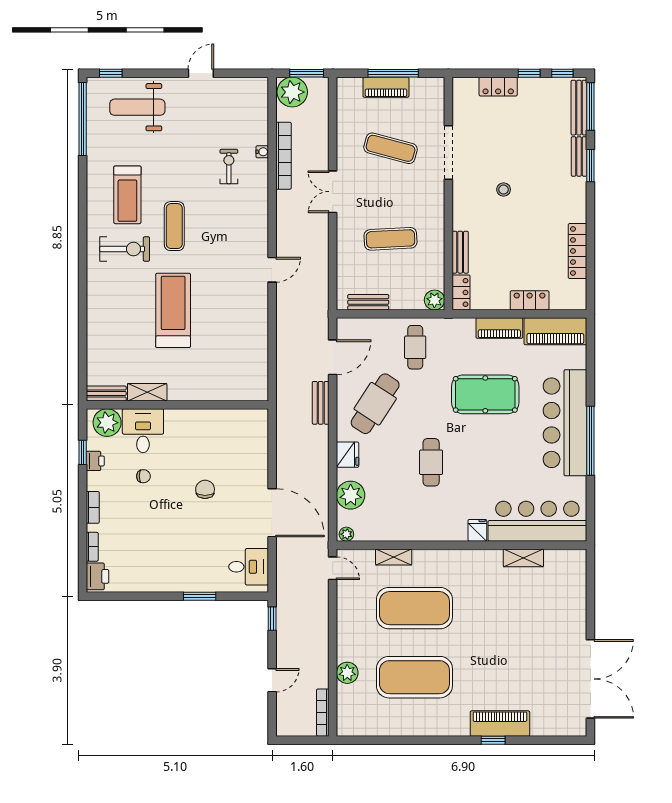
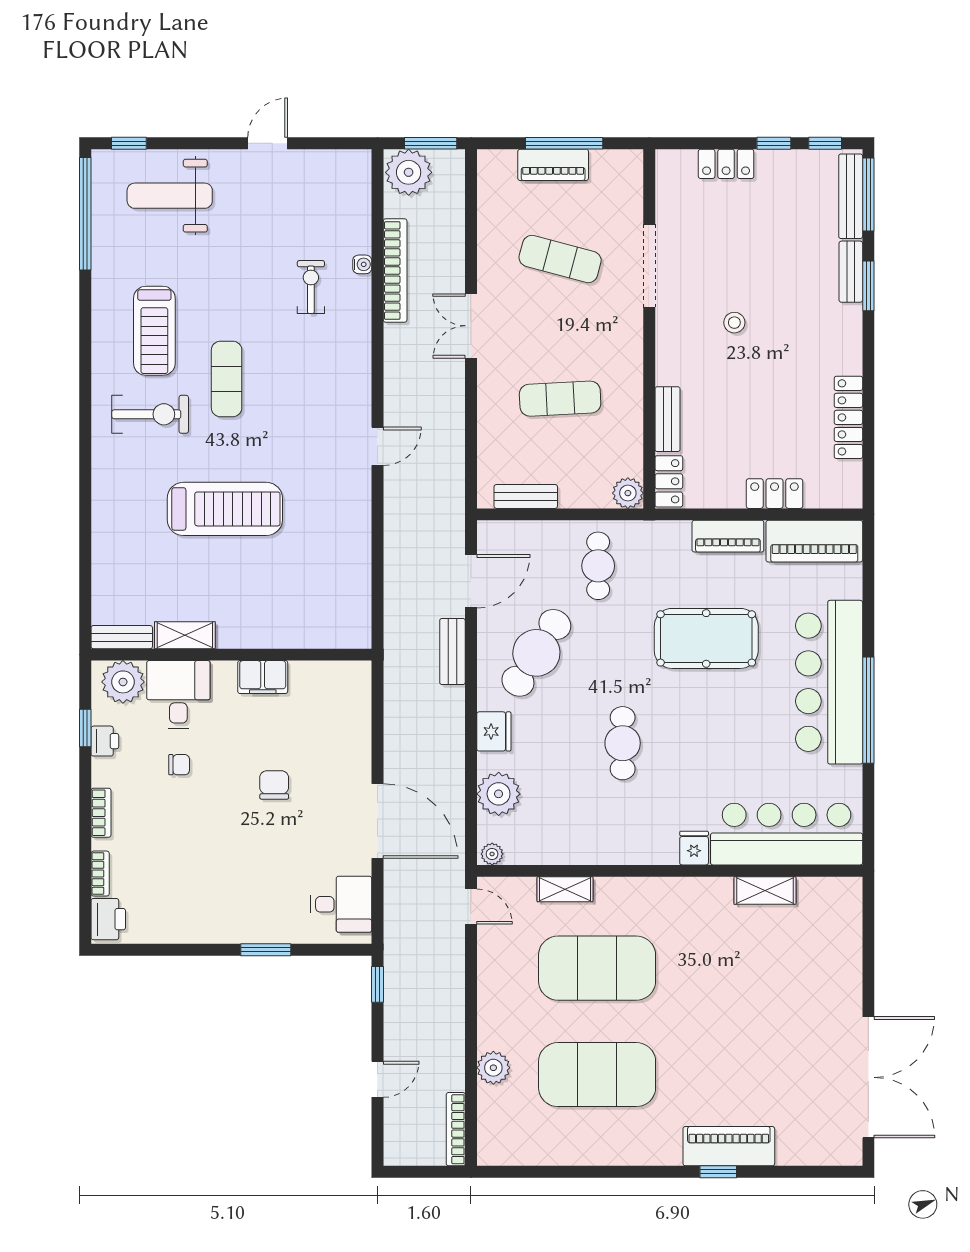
treadmill: (173, 310) -> (225, 509), turned 90
filing cabinet: (198, 419) -> (263, 677), added

